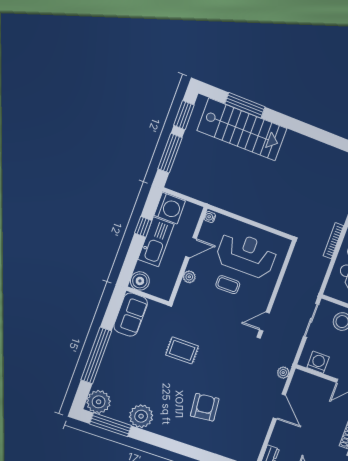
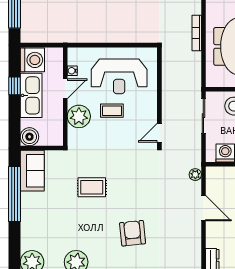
water cooler: (210, 217) -> (72, 71), moved
reception desk: (246, 255) -> (119, 76), turned 180
plant: (189, 277) -> (79, 116), width x1.87, depth x1.87
window: (96, 355) -> (14, 194), moved

